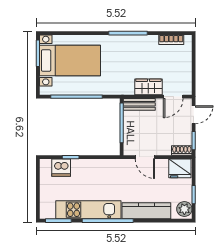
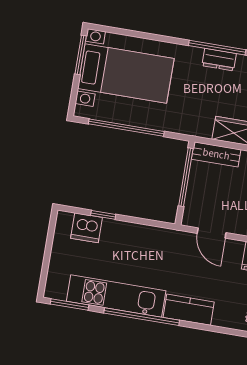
dresser: (131, 41) -> (219, 60), added
kitchen counter: (146, 211) -> (189, 310), width x0.67

